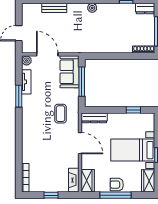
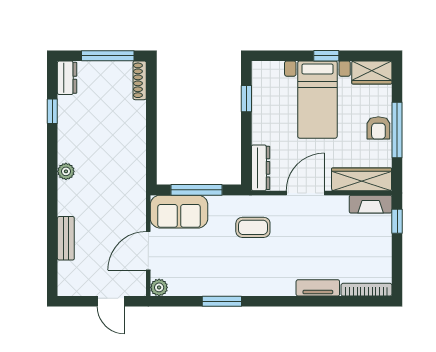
tv unit: (26, 82) -> (318, 288), moved
wardrobe: (88, 181) -> (362, 179), width x1.50
window: (51, 195) -> (397, 221), moved

